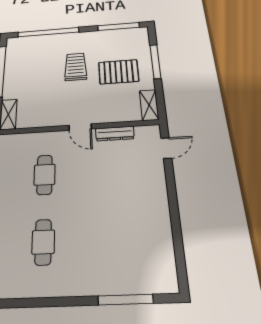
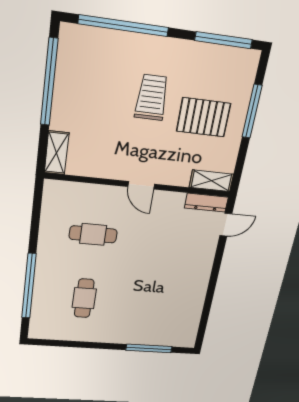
shelving: (149, 105) -> (211, 181), moved, turned 90
dresser: (115, 134) -> (206, 203), moved
cafe table: (45, 175) -> (93, 234), turned 90

